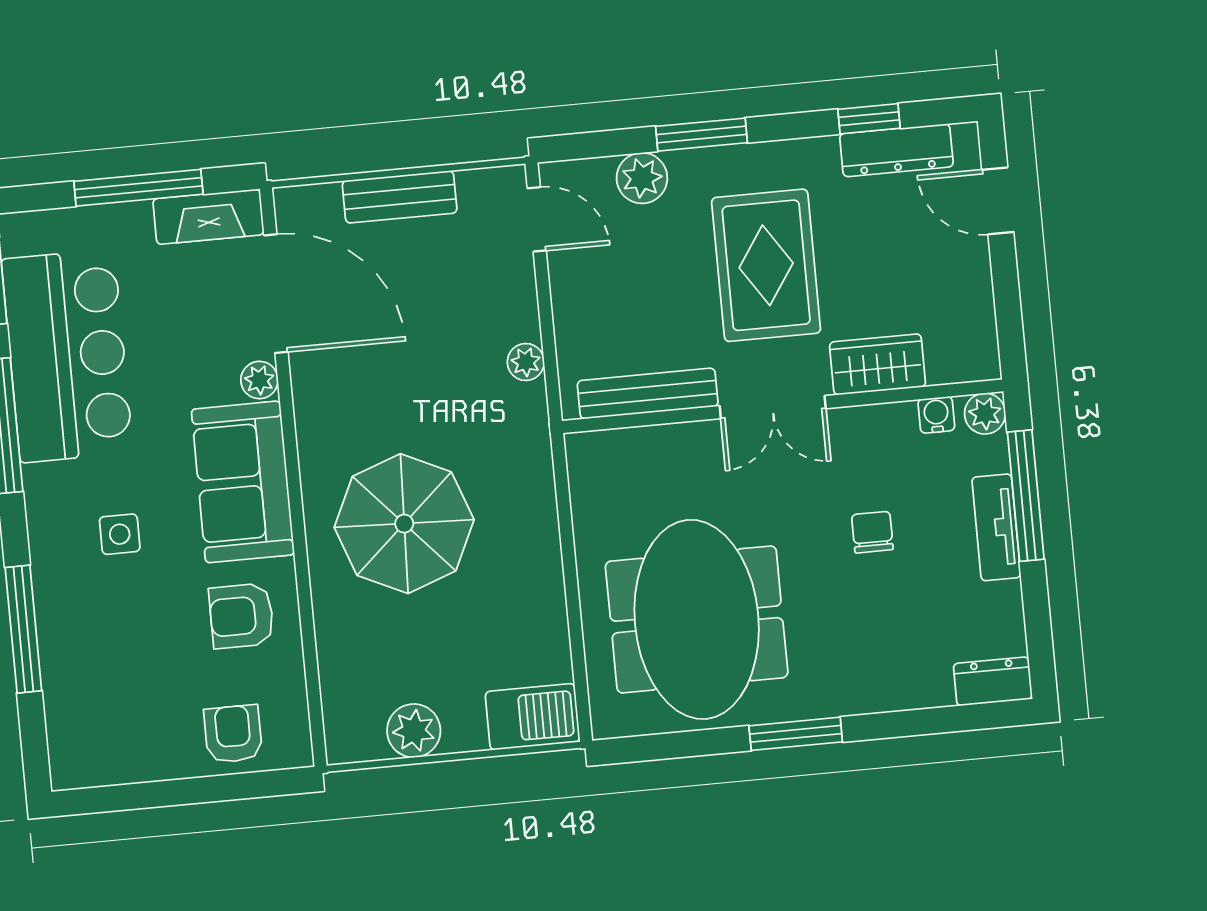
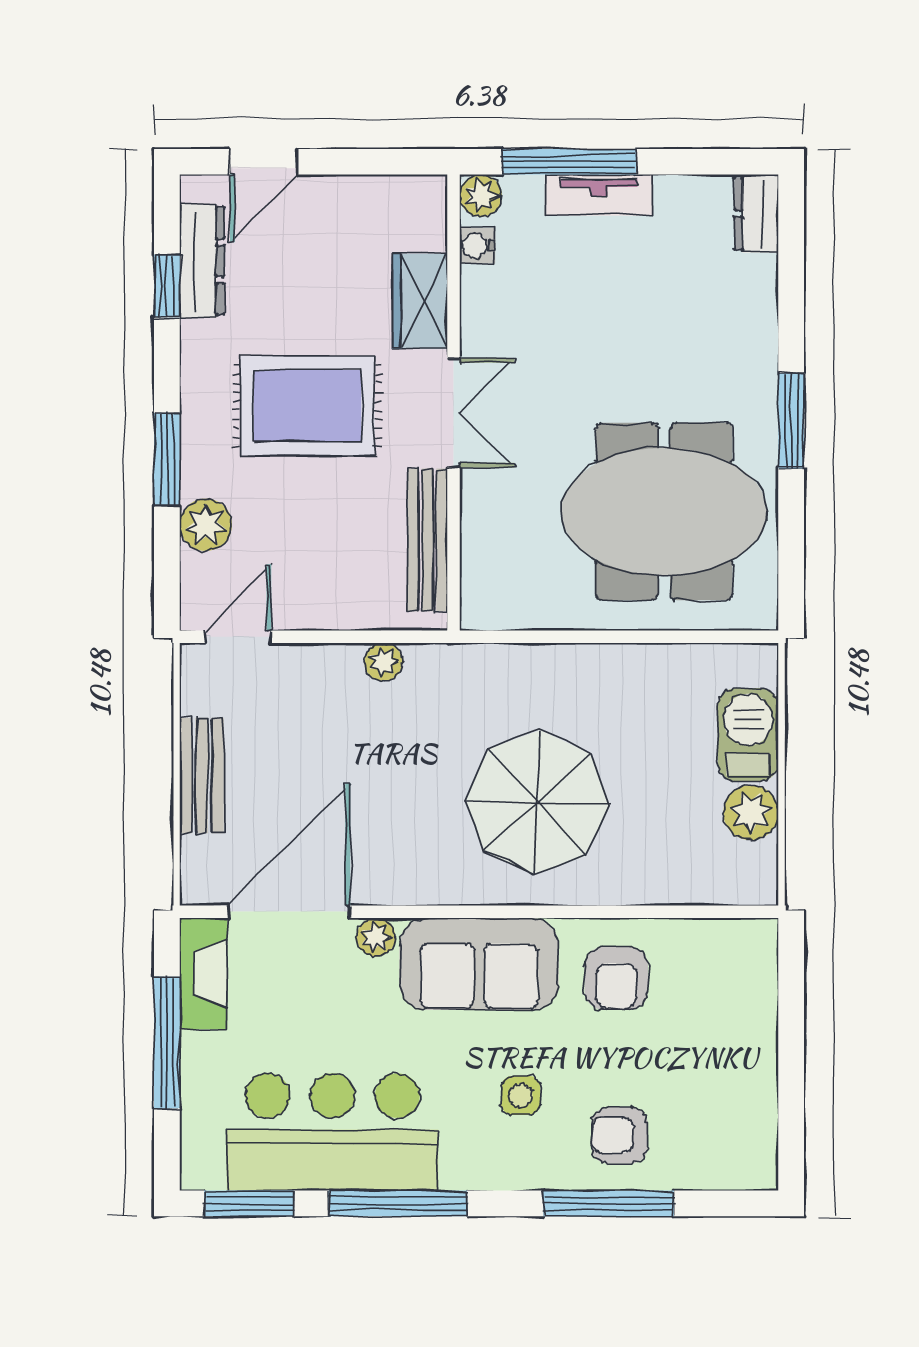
chair: (872, 532) -> (592, 323), removed
barbecue: (533, 717) -> (748, 735), moved
armchair: (233, 734) -> (620, 1135), moved

